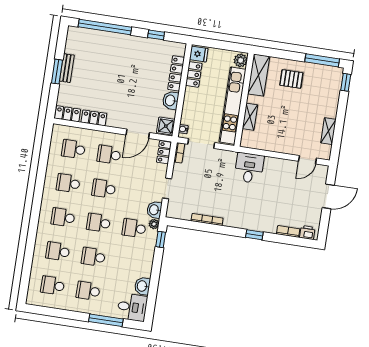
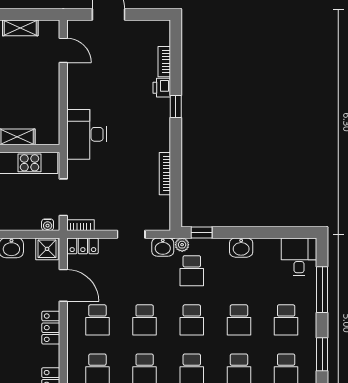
locker: (94, 118) -> (51, 328), moved
desk: (249, 168) -> (86, 134), width x1.37
printer: (307, 232) -> (162, 88), moved
washbasin: (142, 286) -> (241, 248), moved
window: (59, 313) -> (322, 354), added

